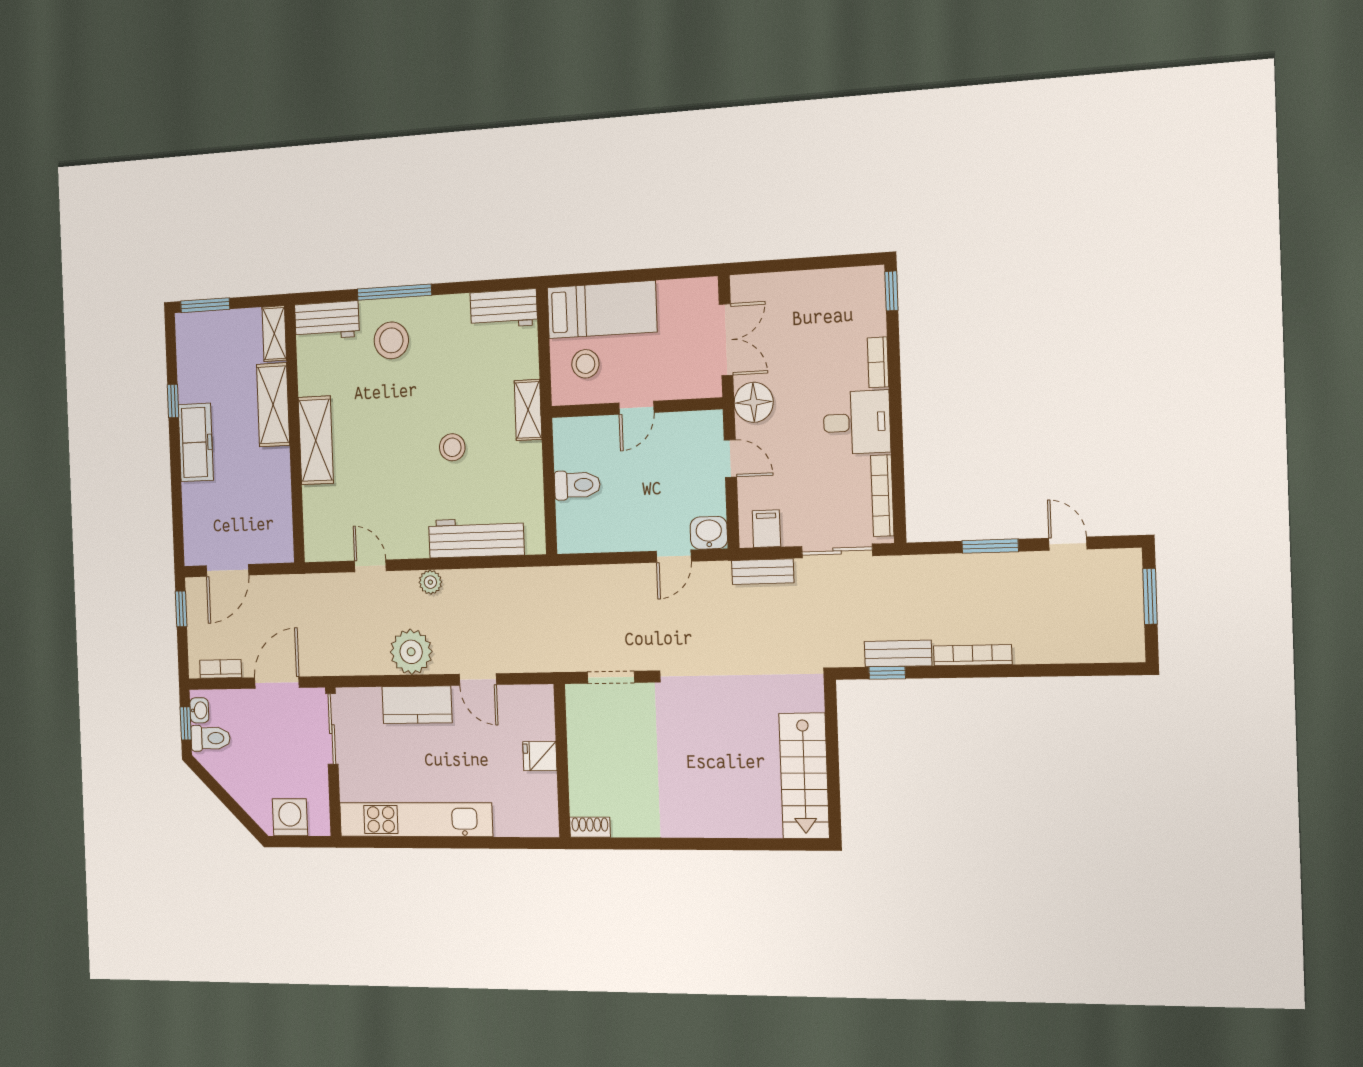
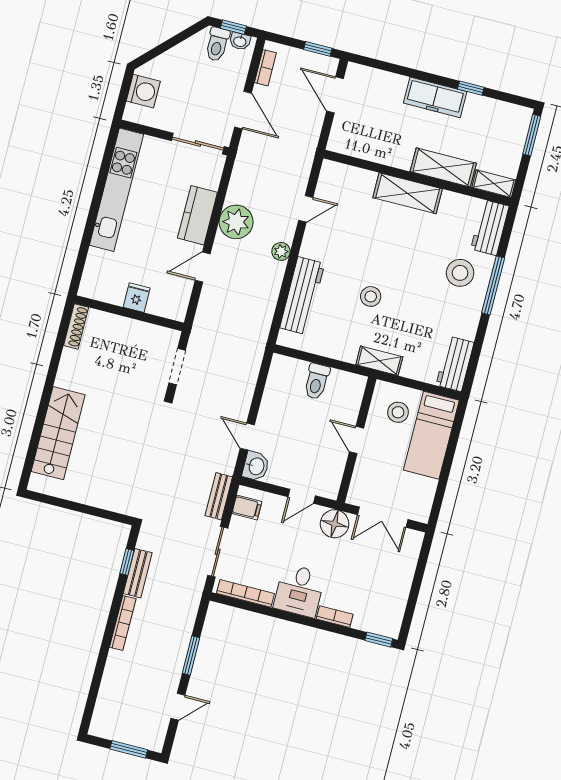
stairs: (804, 776) -> (58, 433), moved, turned 90
shoe rack: (590, 827) -> (76, 326), width x1.43

